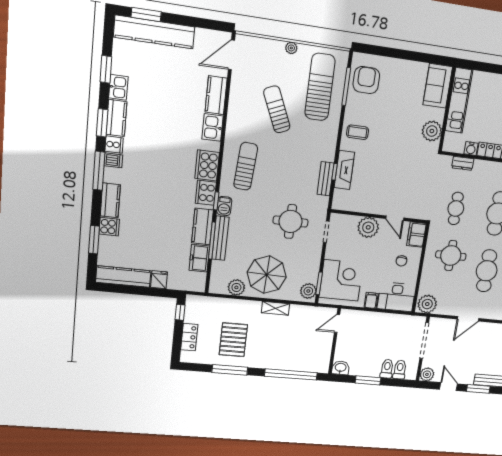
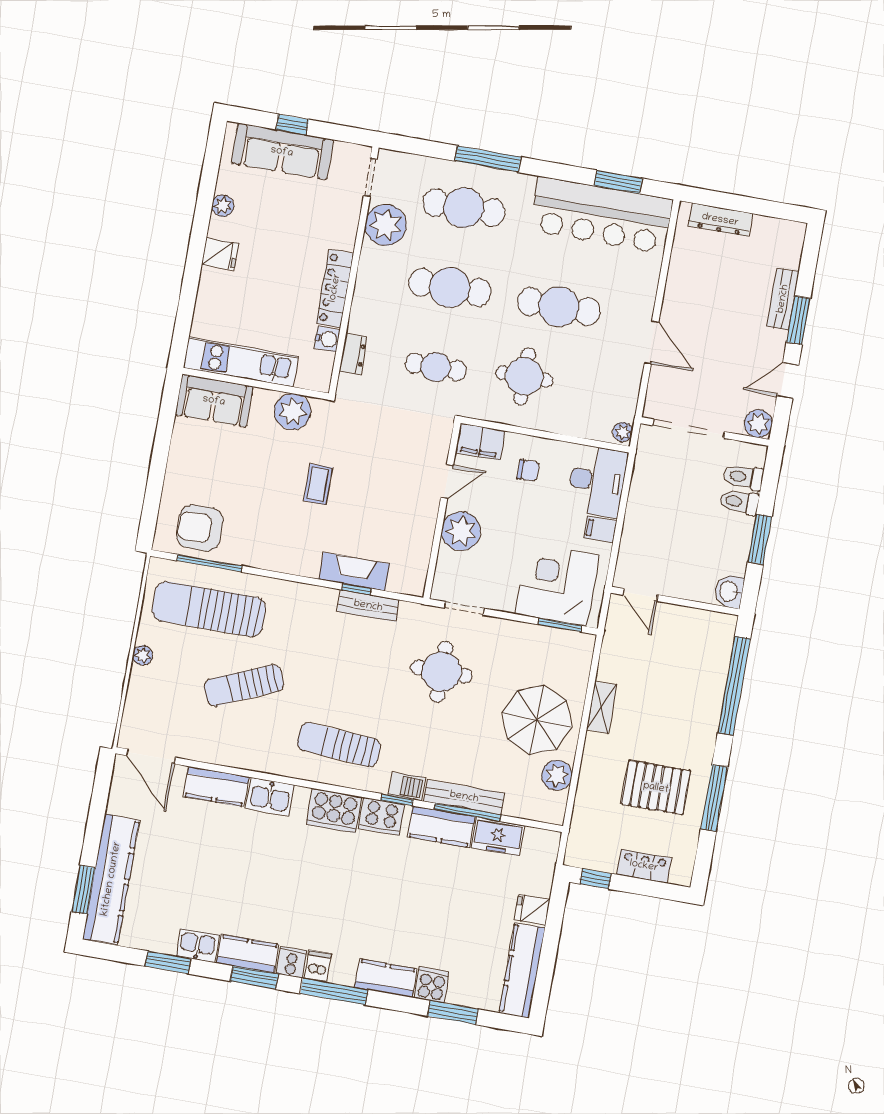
coffee table: (358, 132) -> (318, 484), moved
plant: (308, 291) -> (573, 646), removed
plant: (427, 304) -> (623, 432), width x0.53, depth x0.53

